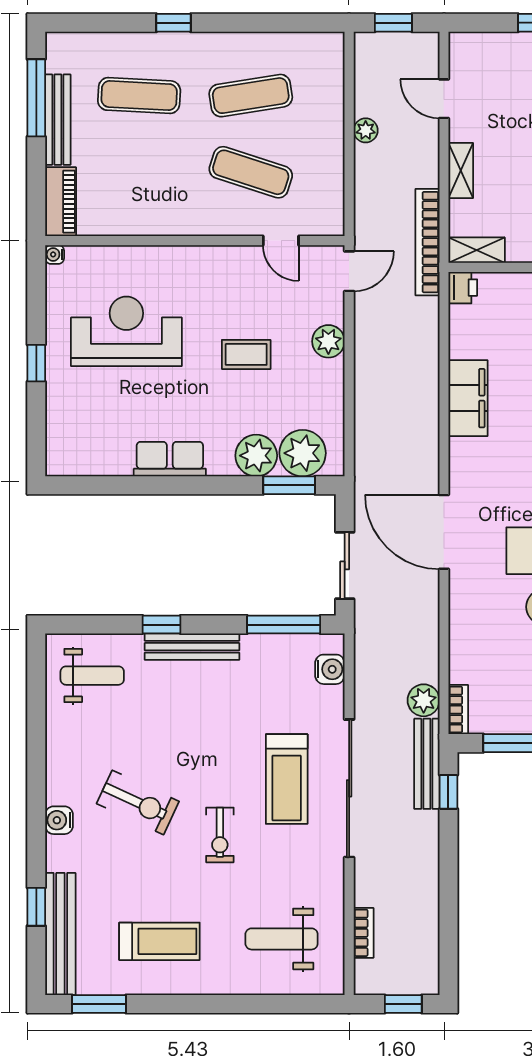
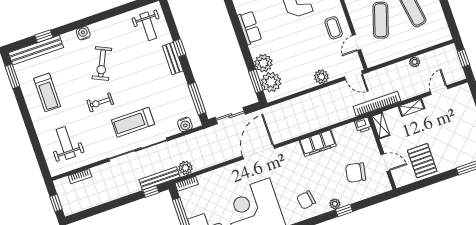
coffee table: (246, 354) -> (334, 28), moved
bench: (192, 647) -> (173, 58), width x0.73

